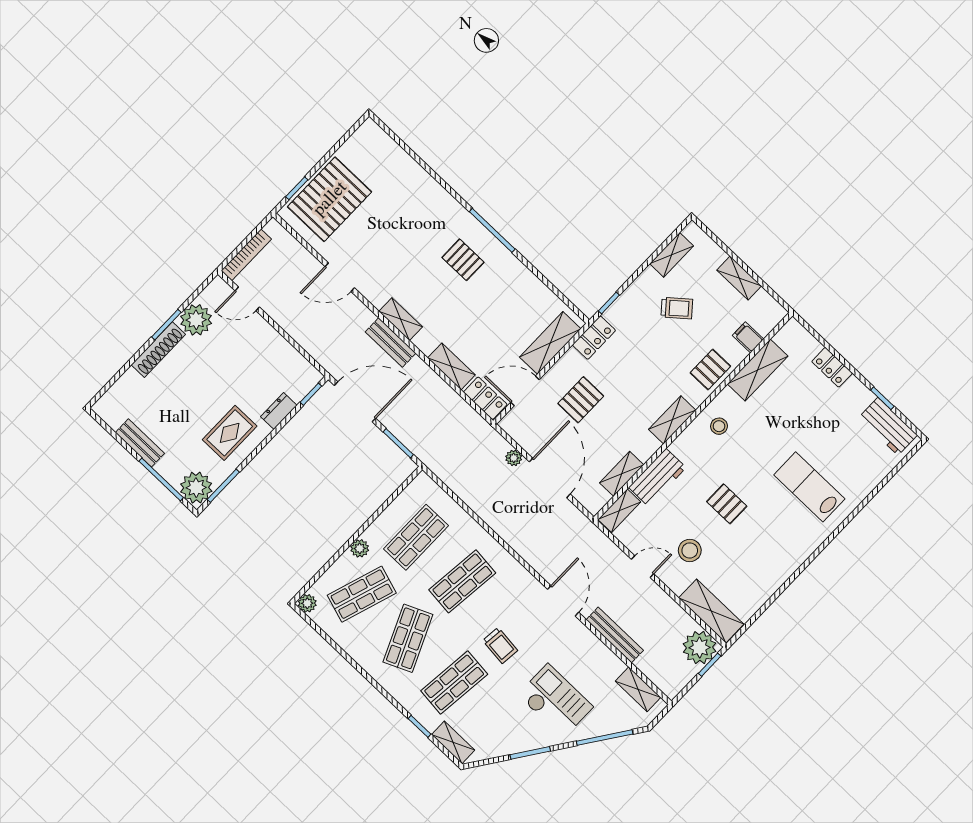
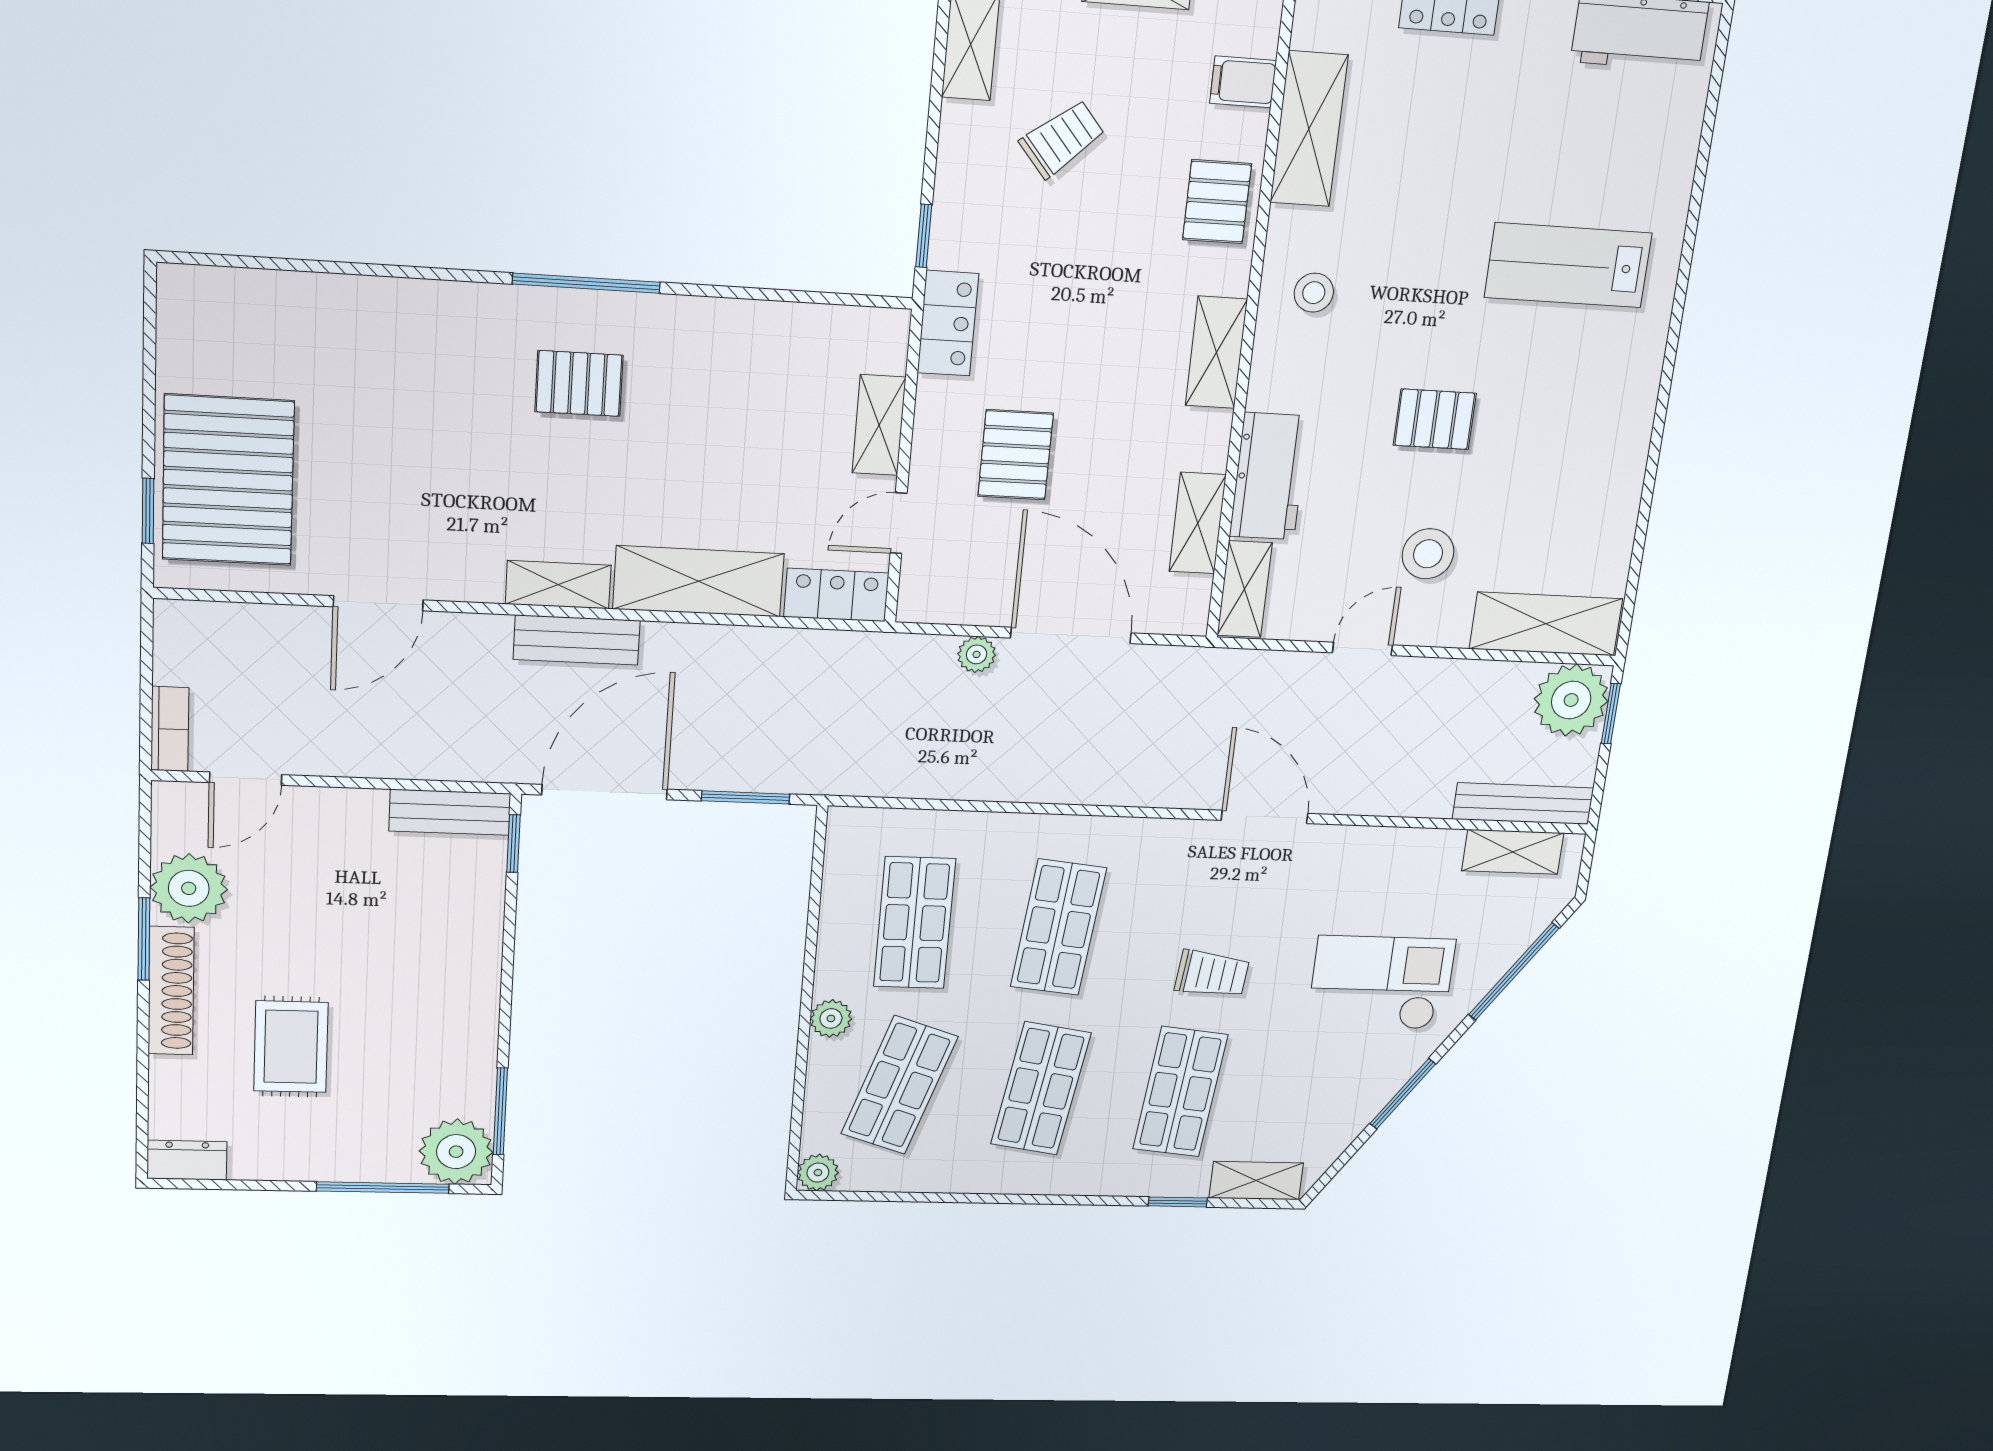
bookcase: (246, 255) -> (170, 729), width x0.64
shelving: (550, 343) -> (879, 425), width x0.67, depth x0.75
shelving: (451, 366) -> (699, 581), width x1.50, depth x1.33
door: (525, 391) -> (899, 523), width x0.73
dresser: (279, 411) -> (187, 1160), moved, turned 90
rug: (230, 433) -> (291, 1047), moved
bench: (140, 443) -> (450, 812), moved
bench: (615, 635) -> (1523, 804), moved
shop shelf: (408, 638) -> (1041, 1089), turned 33

